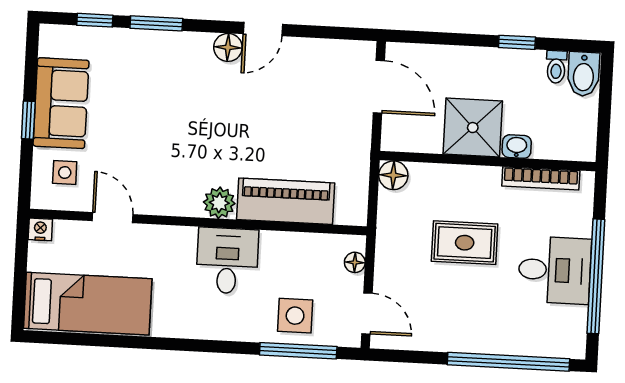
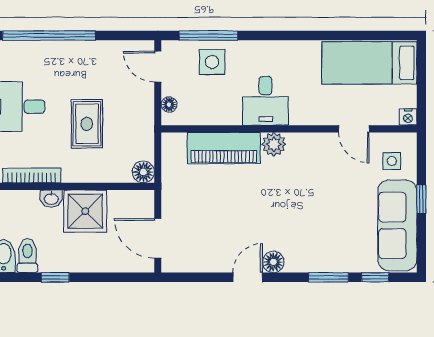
toilet: (556, 67) -> (27, 256), width x1.37, depth x1.39
sofa: (61, 103) -> (397, 225), width x1.36
rug: (465, 243) -> (87, 124), turned 90

